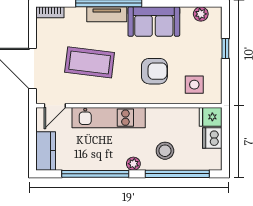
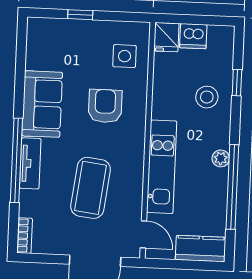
plant: (201, 14) -> (35, 44), removed
plant: (133, 164) -> (221, 158), moved
window: (177, 174) -> (237, 83), width x0.32

